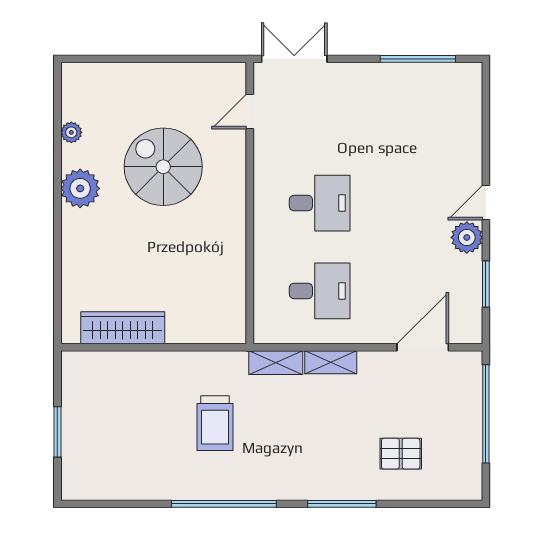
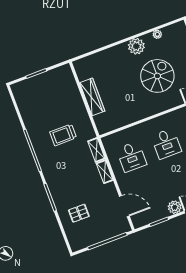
wardrobe: (123, 328) -> (92, 97), moved
pallet: (401, 454) -> (79, 213), turned 90

